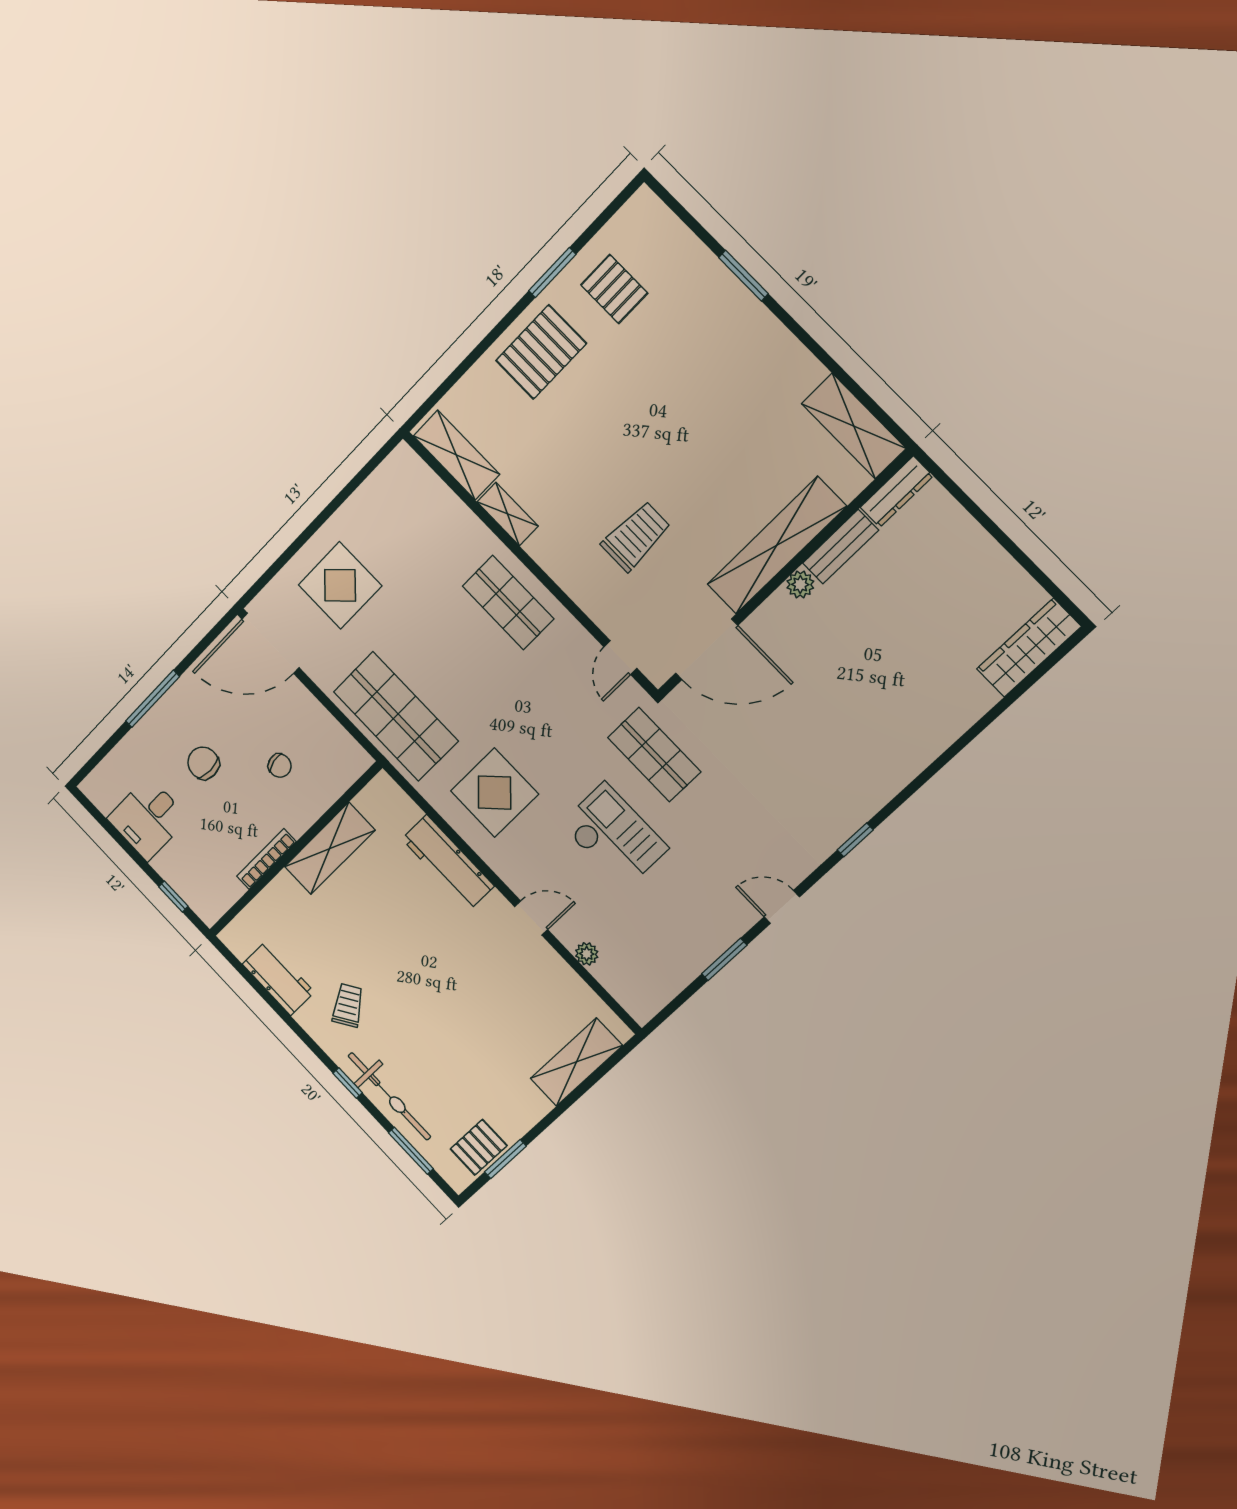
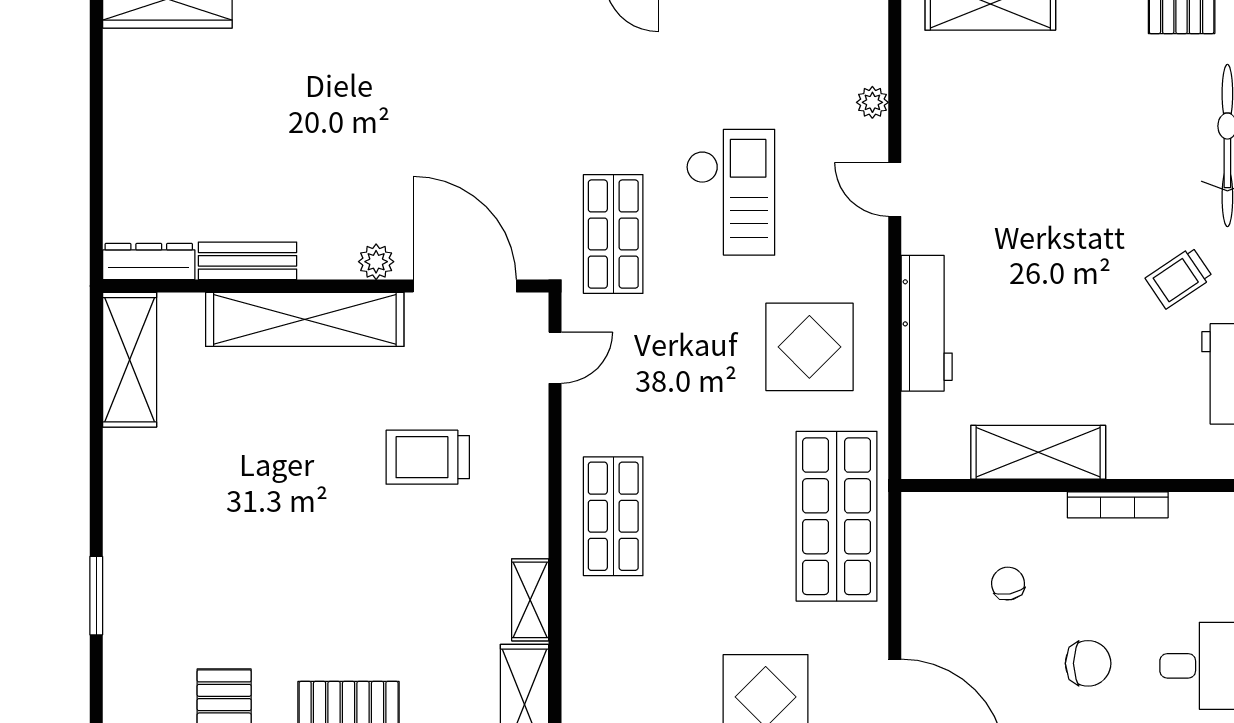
plant: (800, 584) -> (376, 262), moved
chair: (203, 763) -> (1088, 663), turned -90
checkout: (614, 836) -> (730, 192), turned 180

